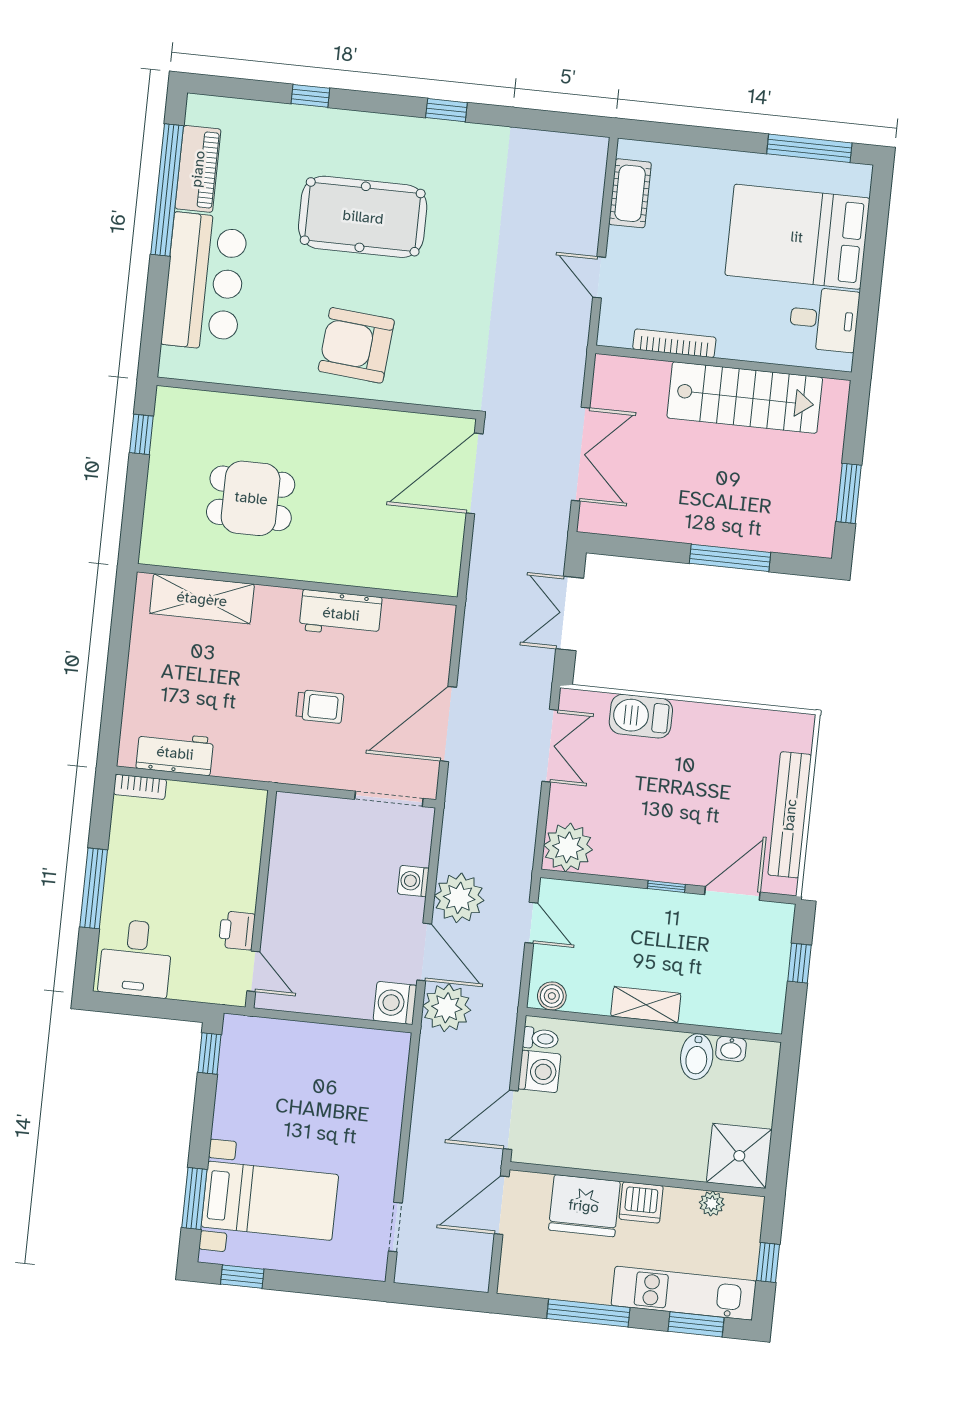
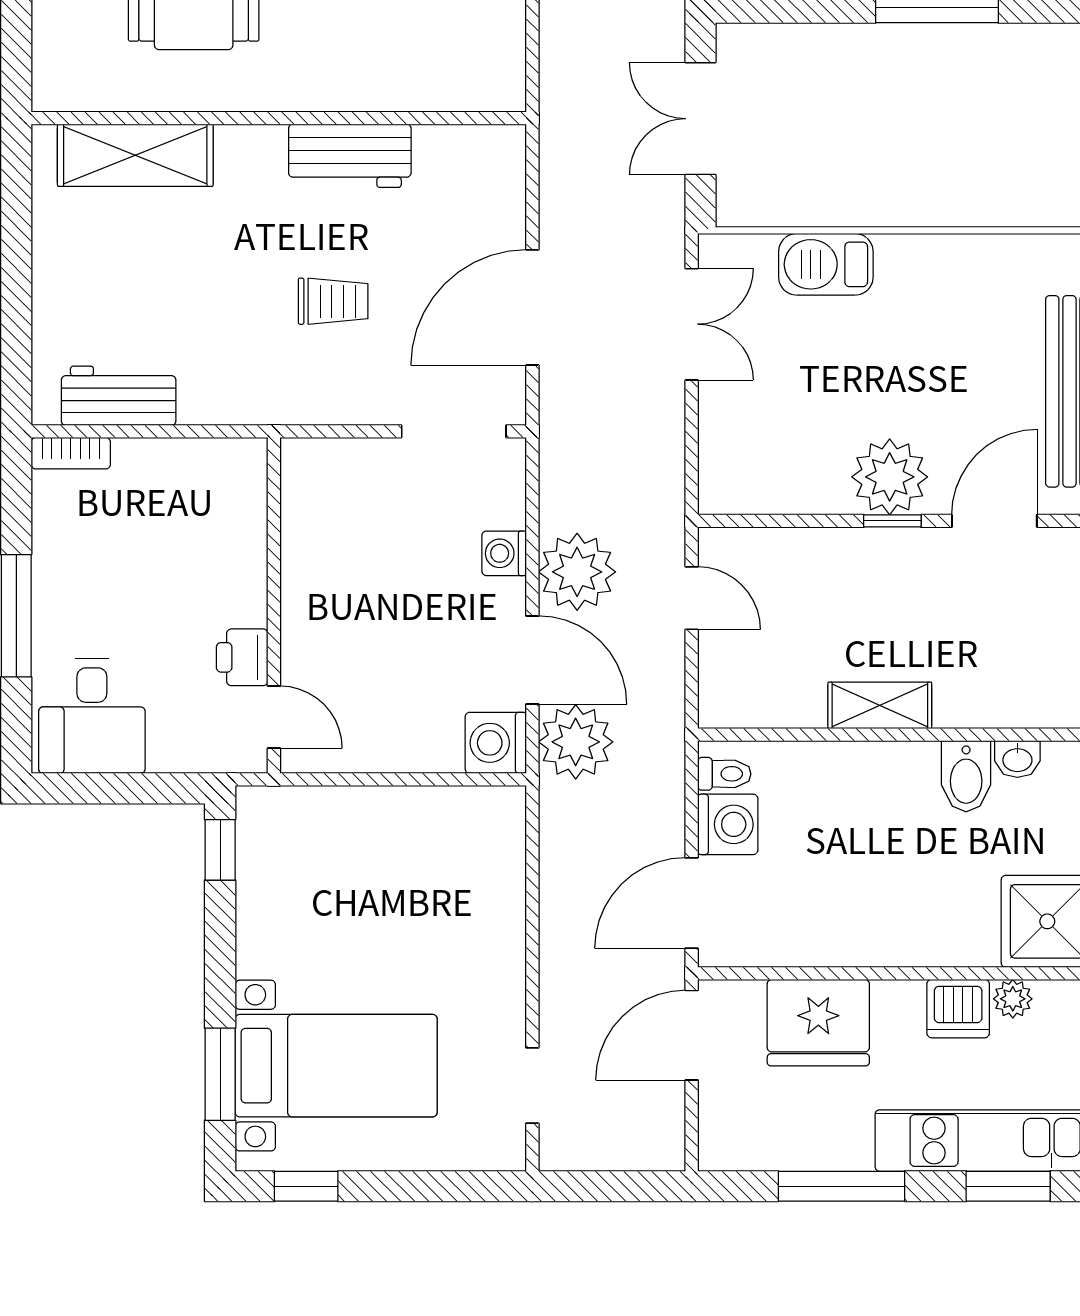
plant: (568, 847) -> (890, 477), moved
boiler: (552, 996) -> (735, 707), removed
dishwasher: (641, 1202) -> (958, 1009), moved

